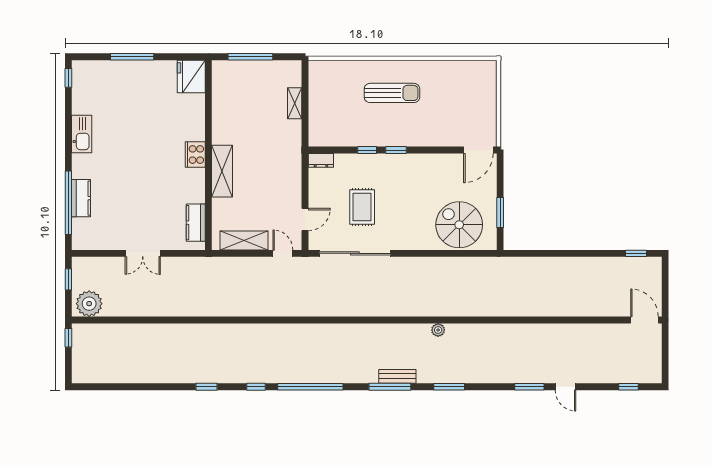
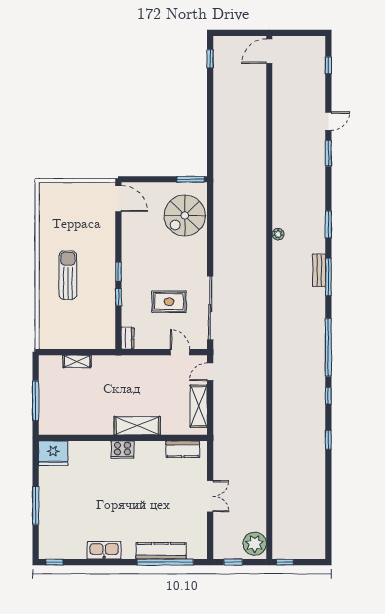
kitchen counter: (81, 198) -> (161, 551), width x1.50
window: (500, 213) -> (191, 179), moved

